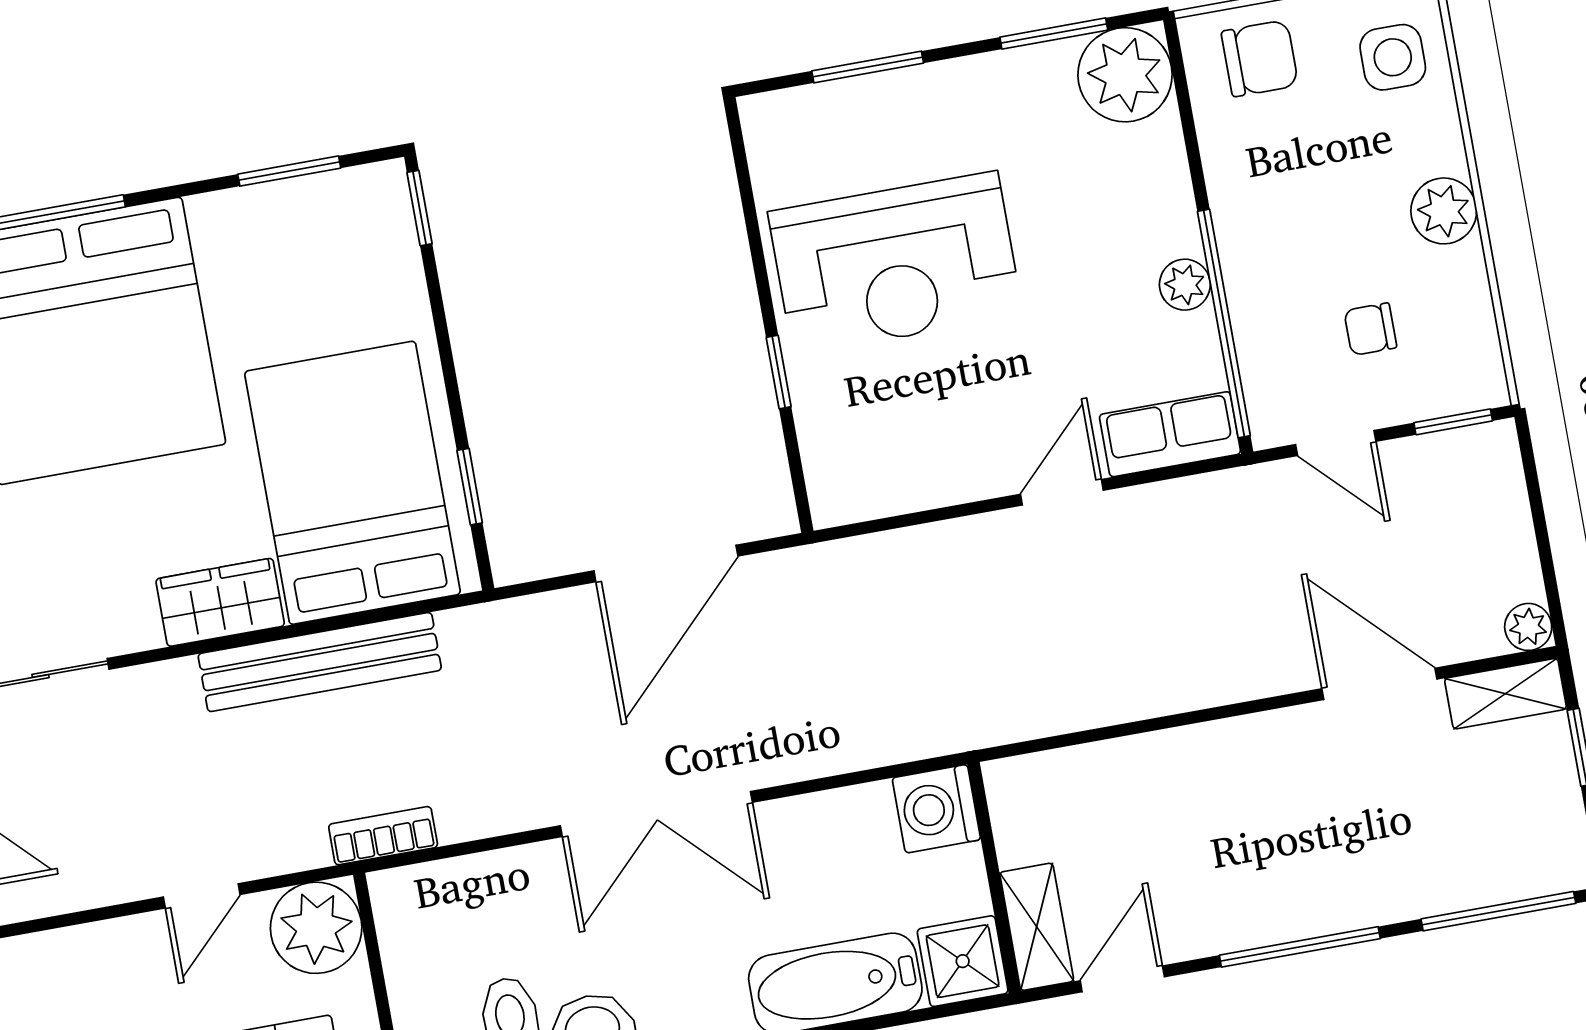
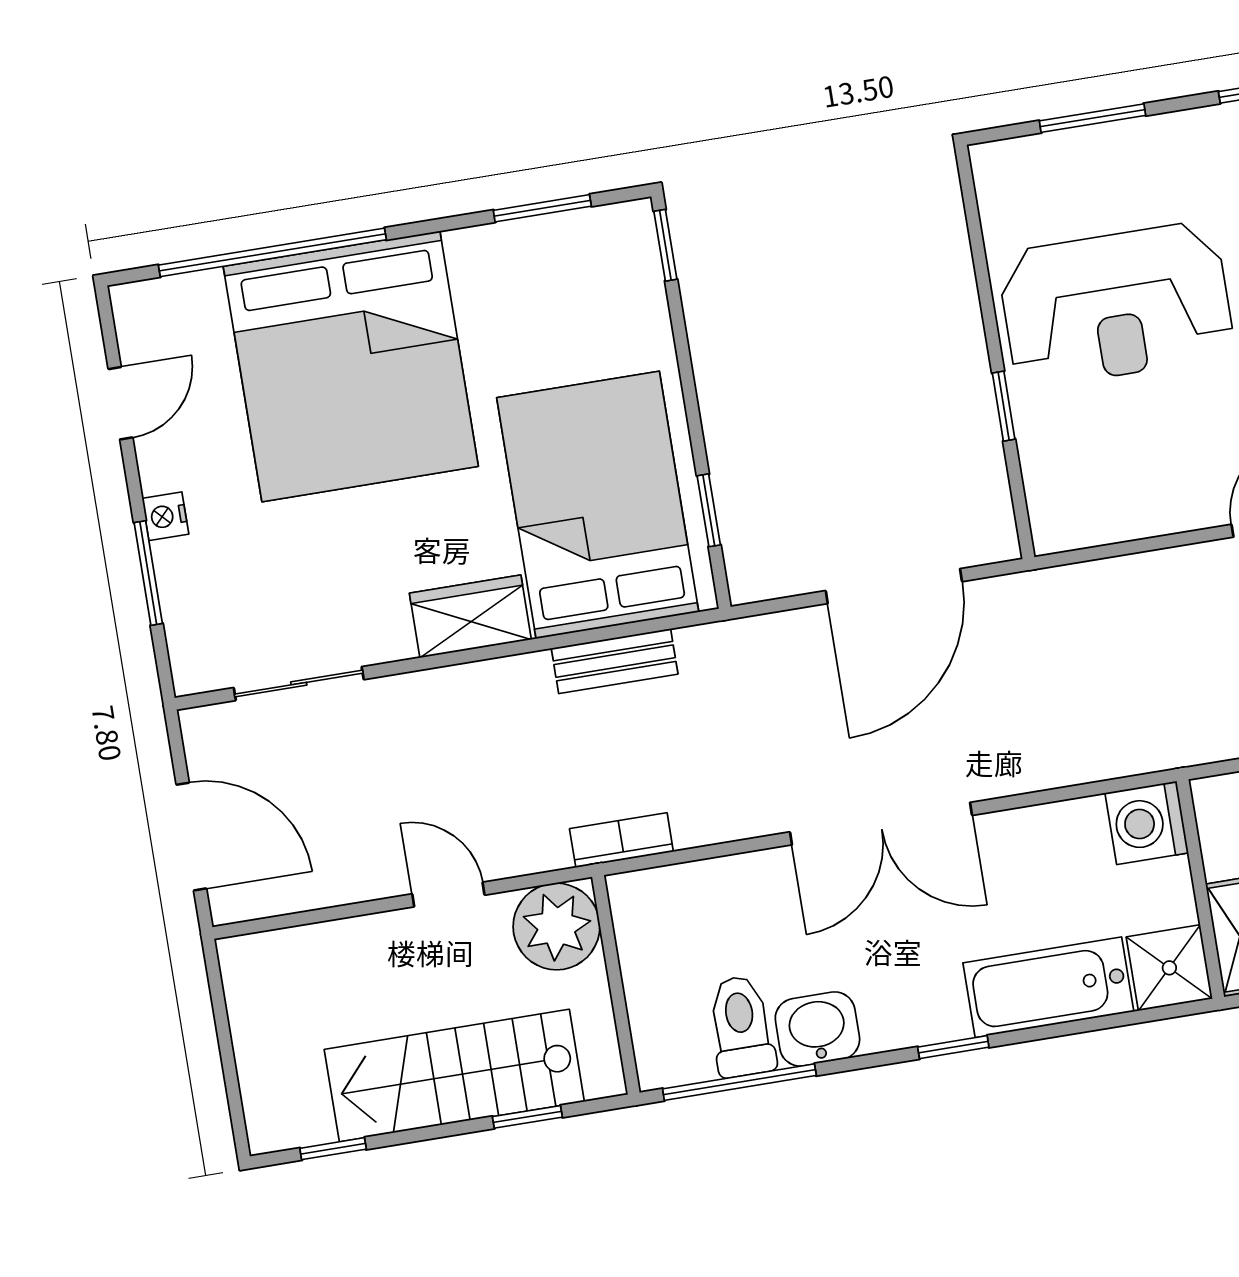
bench: (320, 662) -> (615, 661), width x0.54, depth x0.82
door: (202, 896) -> (448, 894), swing flipped

